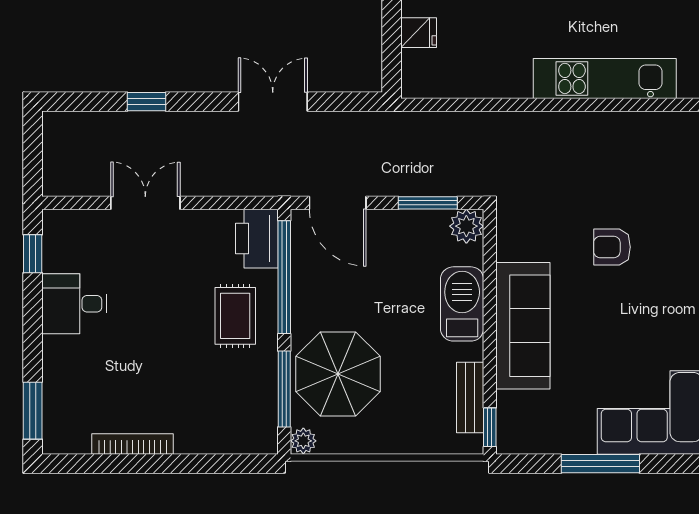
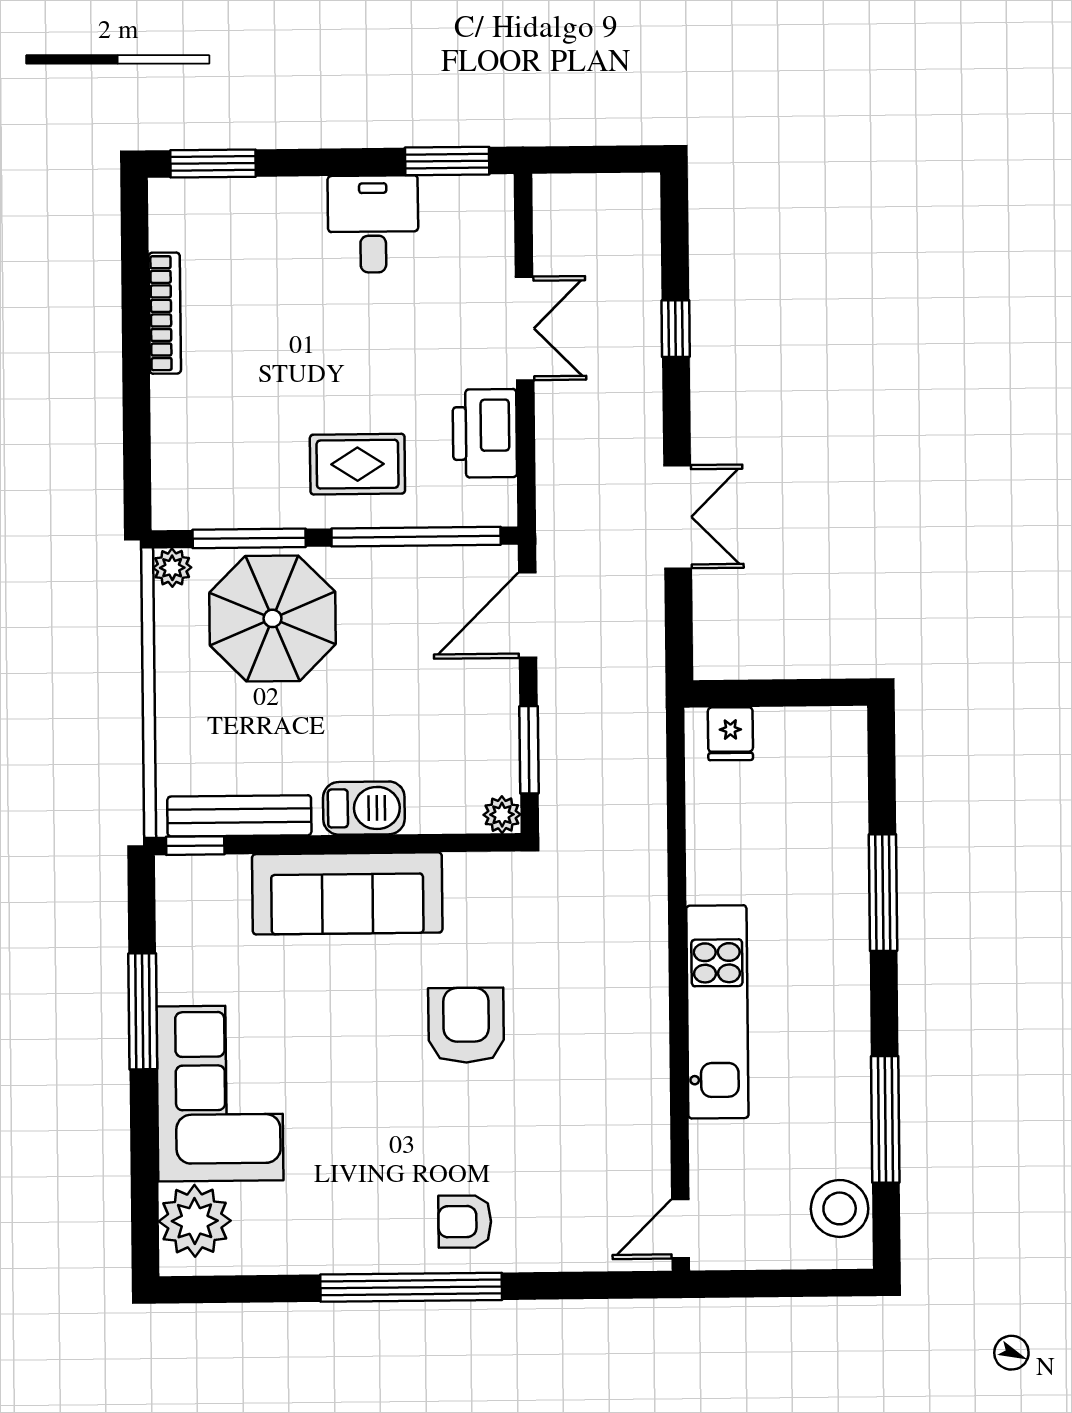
fridge: (419, 33) -> (730, 734), moved
plant: (466, 226) -> (502, 815), width x0.73, depth x0.73
printer: (257, 239) -> (485, 433), moved, turned -90
armchair: (612, 247) -> (466, 1025), width x1.38, depth x1.38
window: (33, 254) -> (447, 161), width x1.50
barbecue: (462, 304) -> (364, 808), width x0.73, depth x0.83
bench: (470, 398) -> (239, 816), width x1.36

